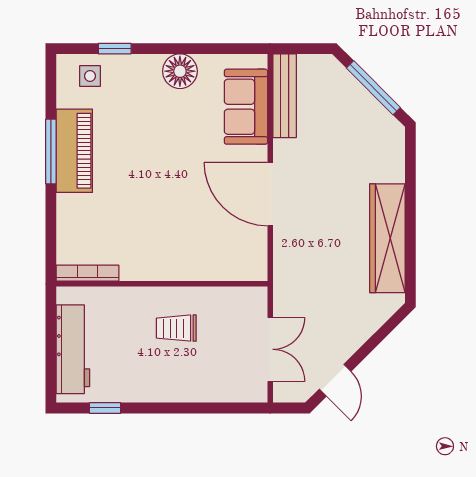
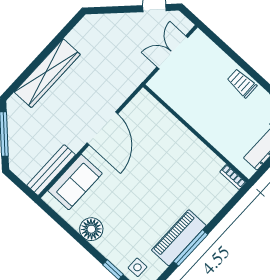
wardrobe: (387, 238) -> (47, 73), moved
bookcase: (88, 273) -> (233, 177), width x0.64
trolley: (176, 328) -> (242, 83), moved, turned 180

